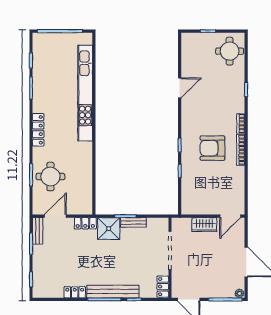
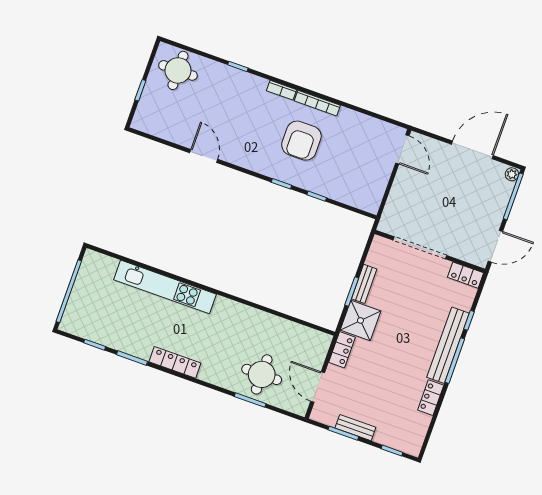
kitchen unit: (85, 93) -> (165, 287), width x0.73
locker: (38, 130) -> (175, 362), moved
wardrobe: (204, 225) -> (401, 189), removed
bench: (38, 231) -> (355, 428), moved

